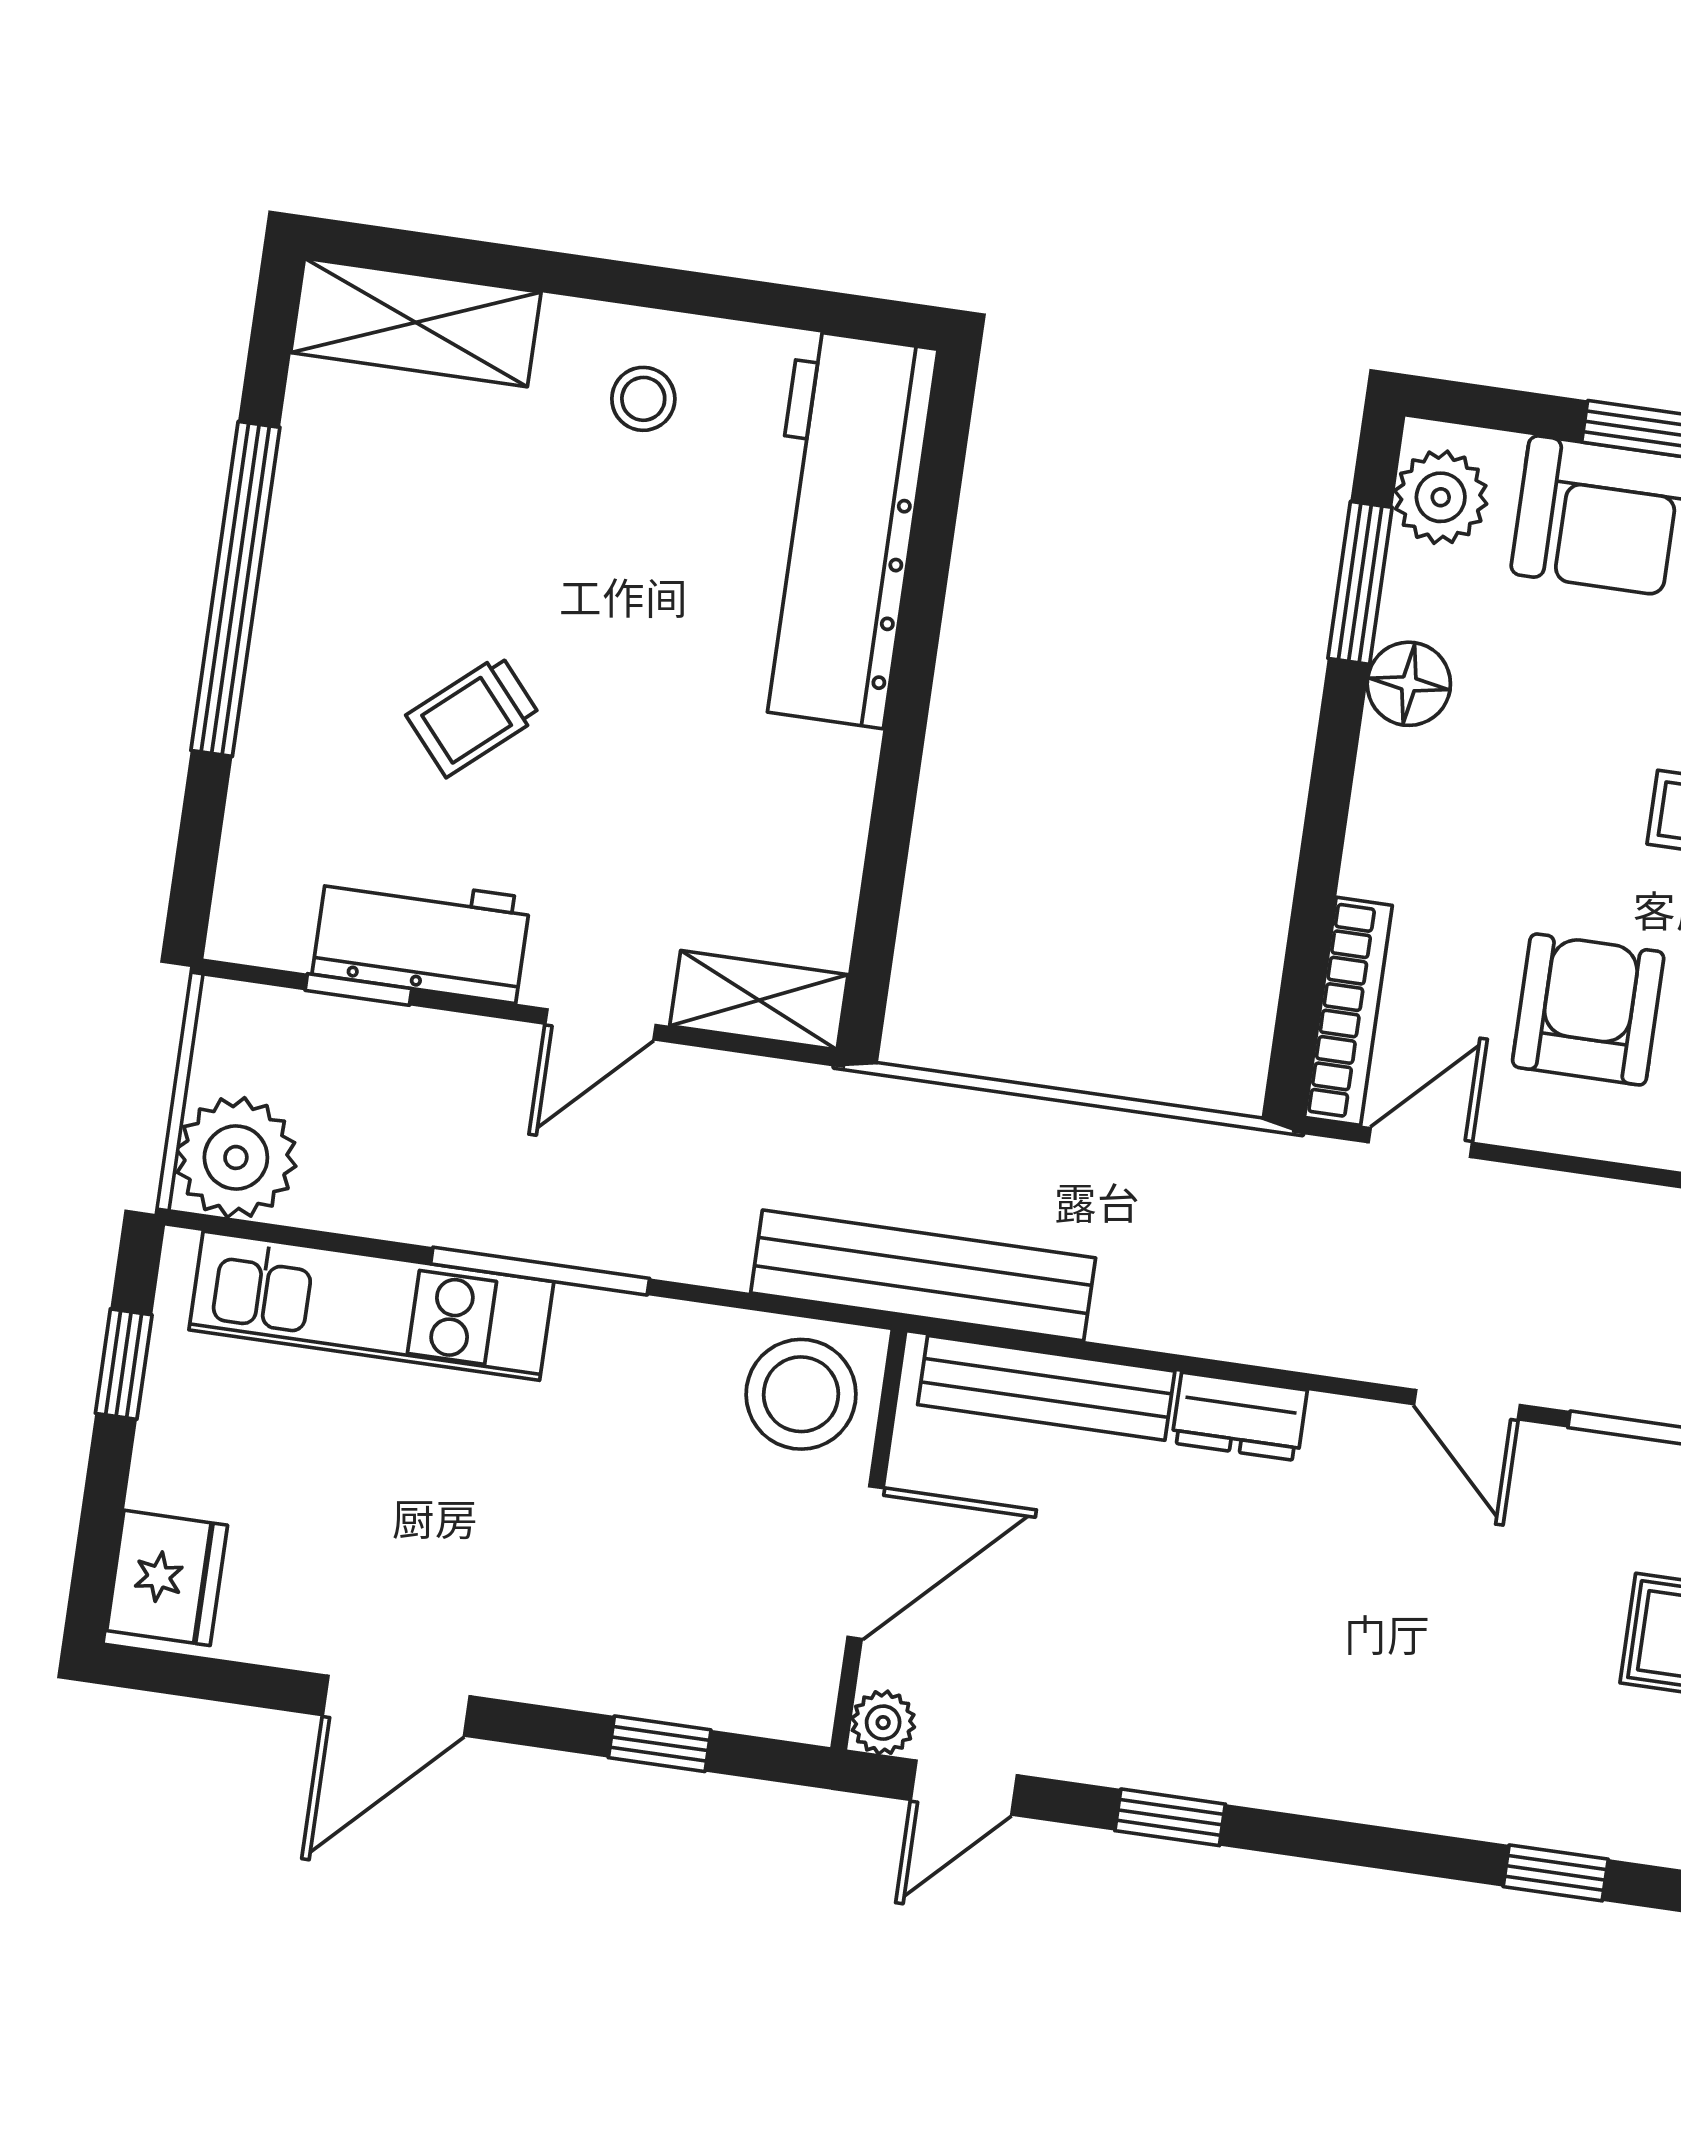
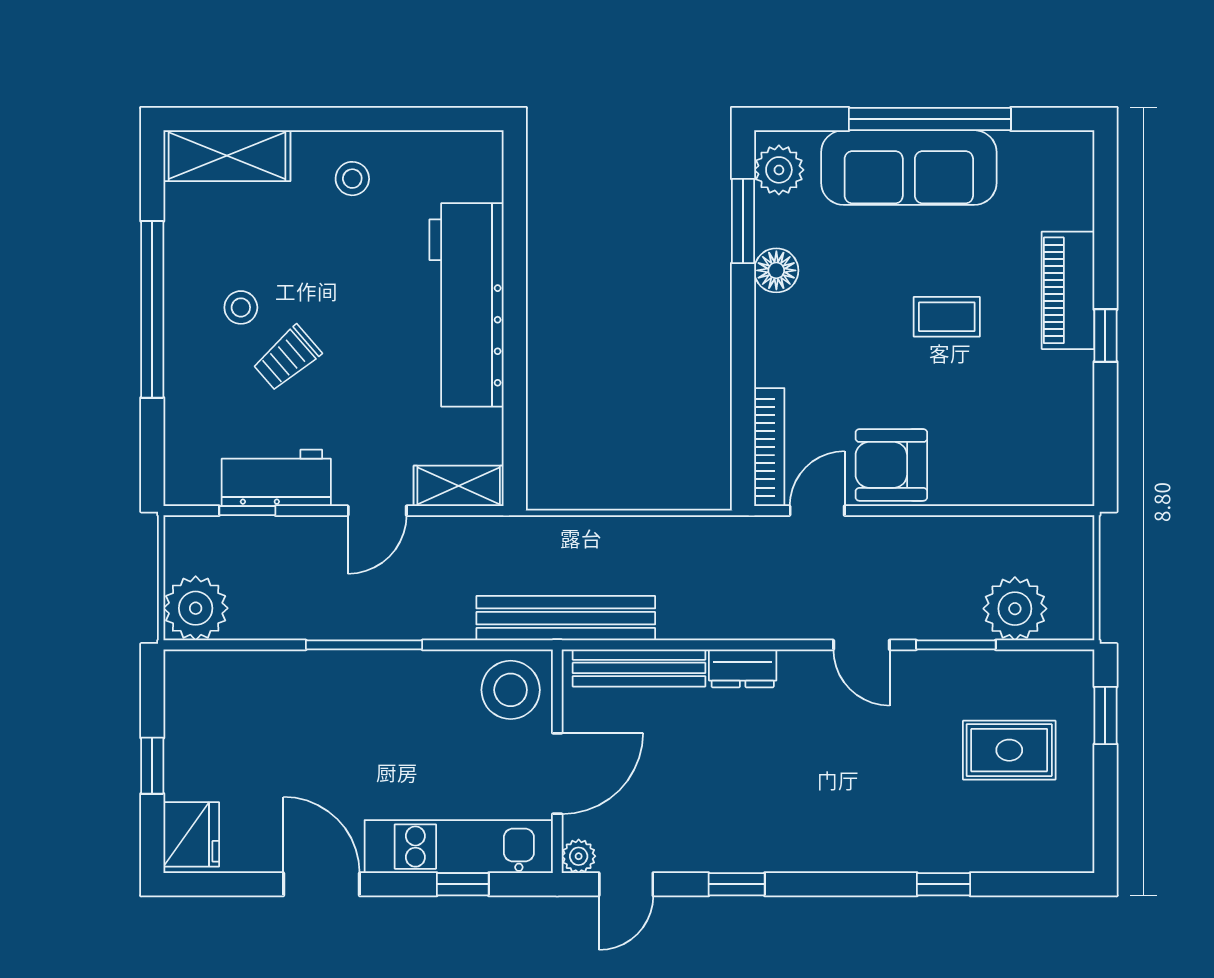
workbench: (842, 529) -> (466, 305), moved
stool: (401, 609) -> (241, 307), added
armchair: (1588, 1009) -> (891, 465), moved, turned -90
kitchen unit: (371, 1306) -> (459, 847), moved, turned 180
window: (124, 1364) -> (152, 766), moved
door: (396, 1706) -> (321, 884), swing flipped

